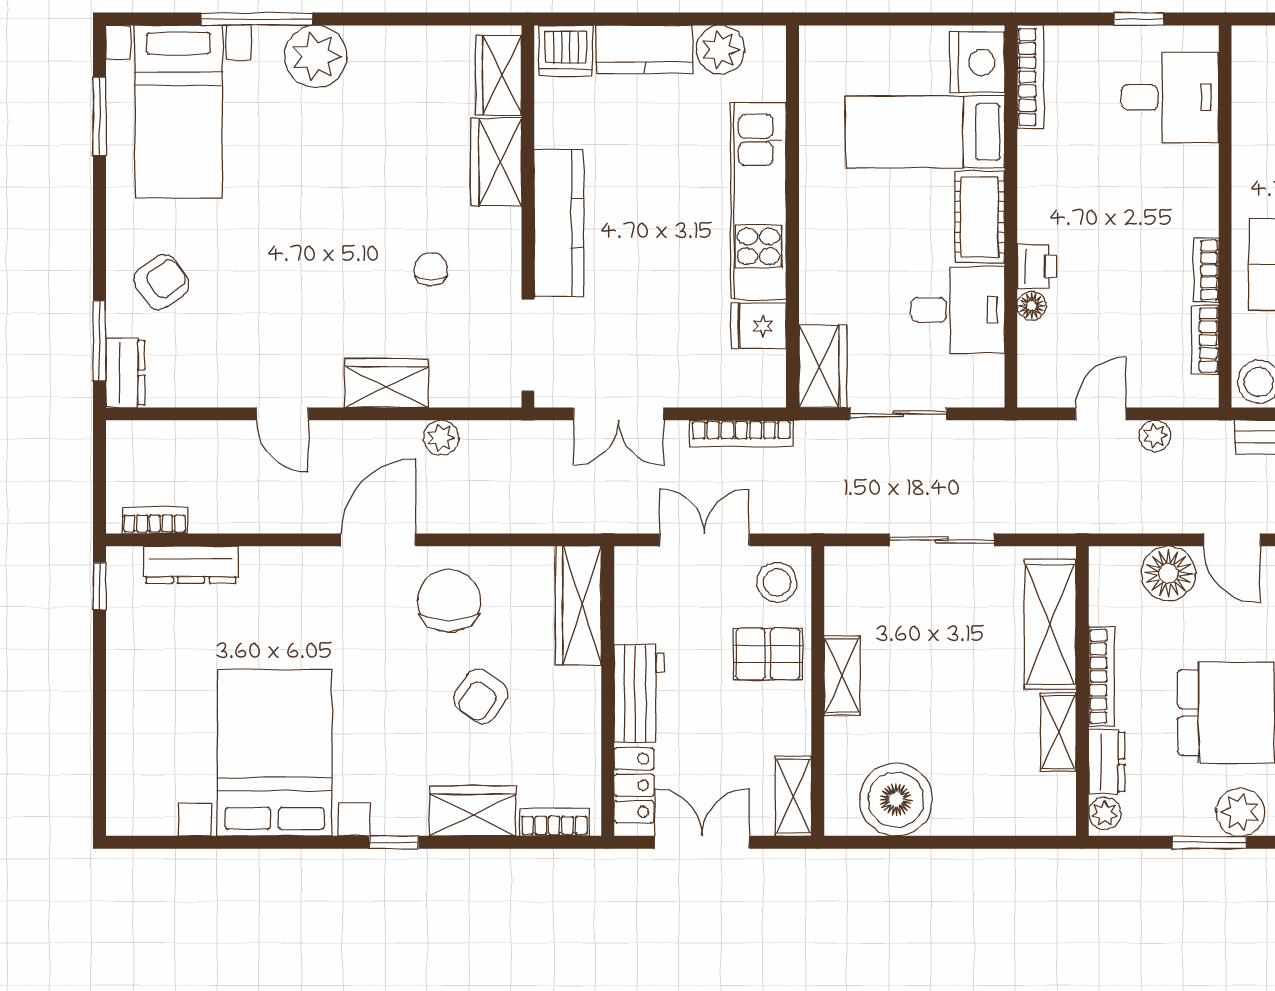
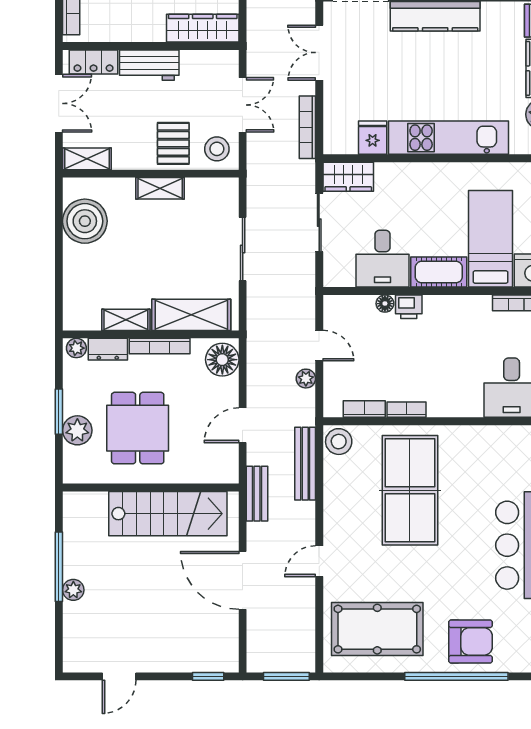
floor lamp: (1168, 573) -> (222, 360), moved

